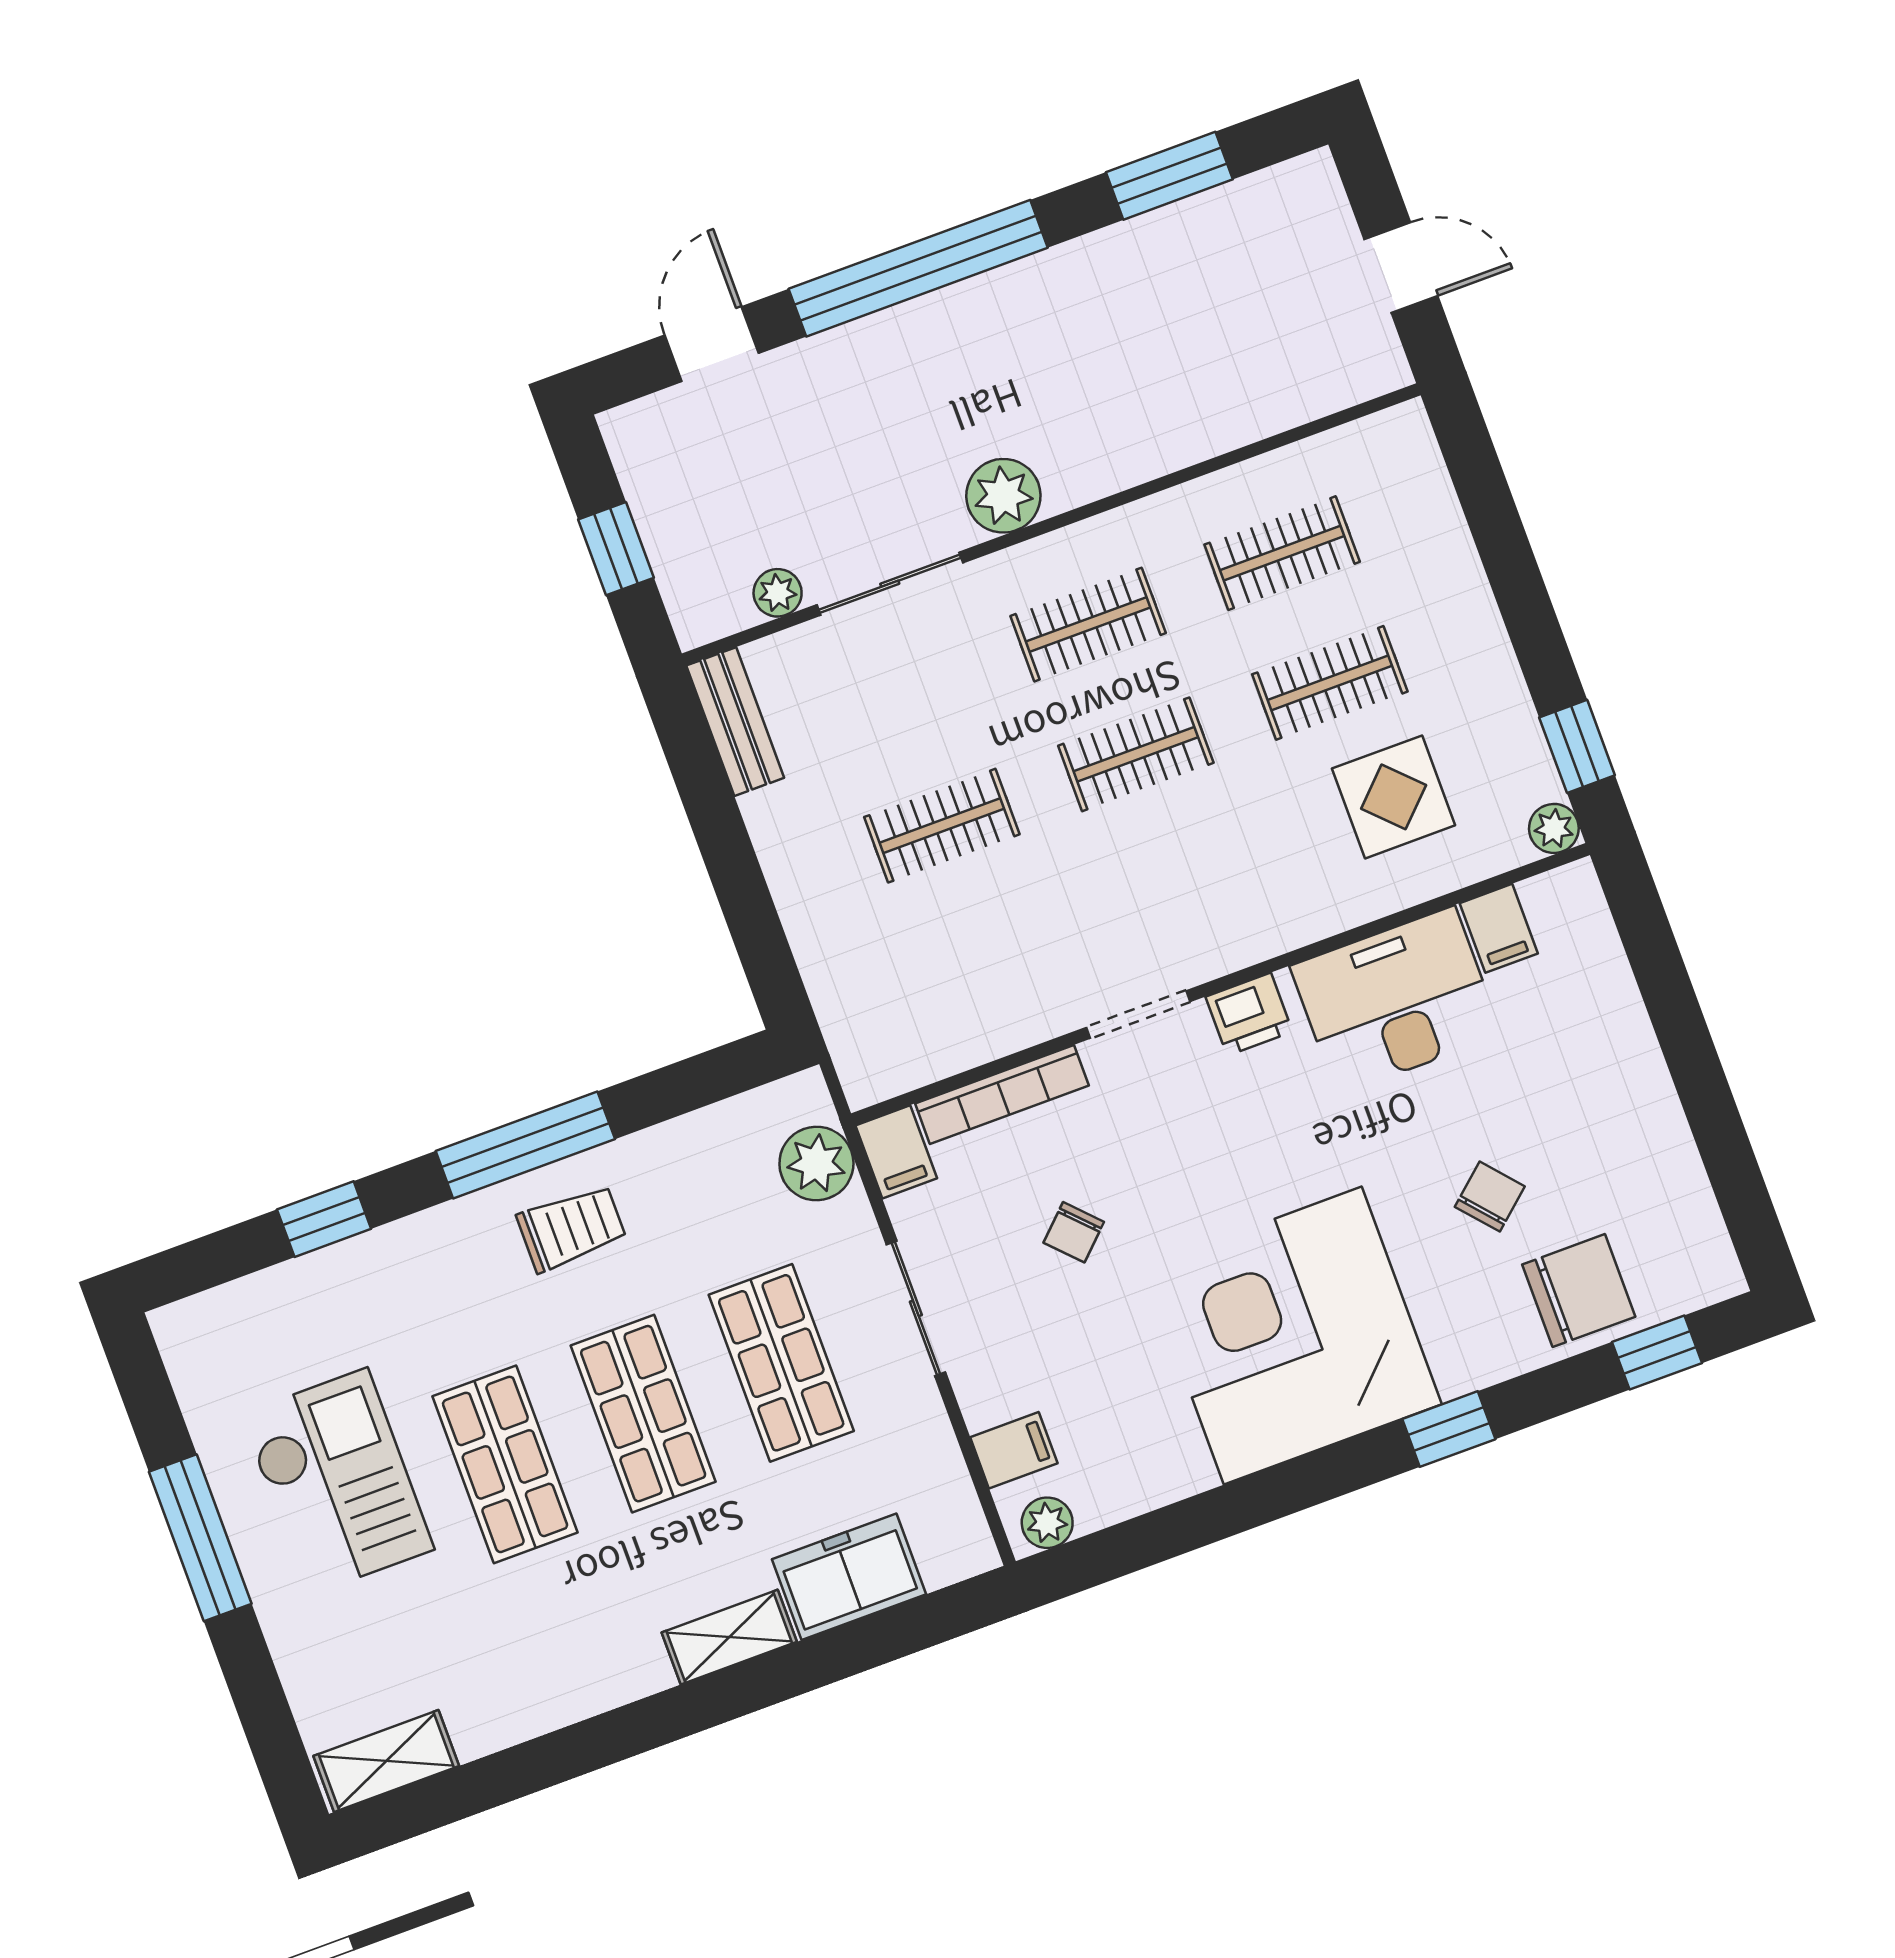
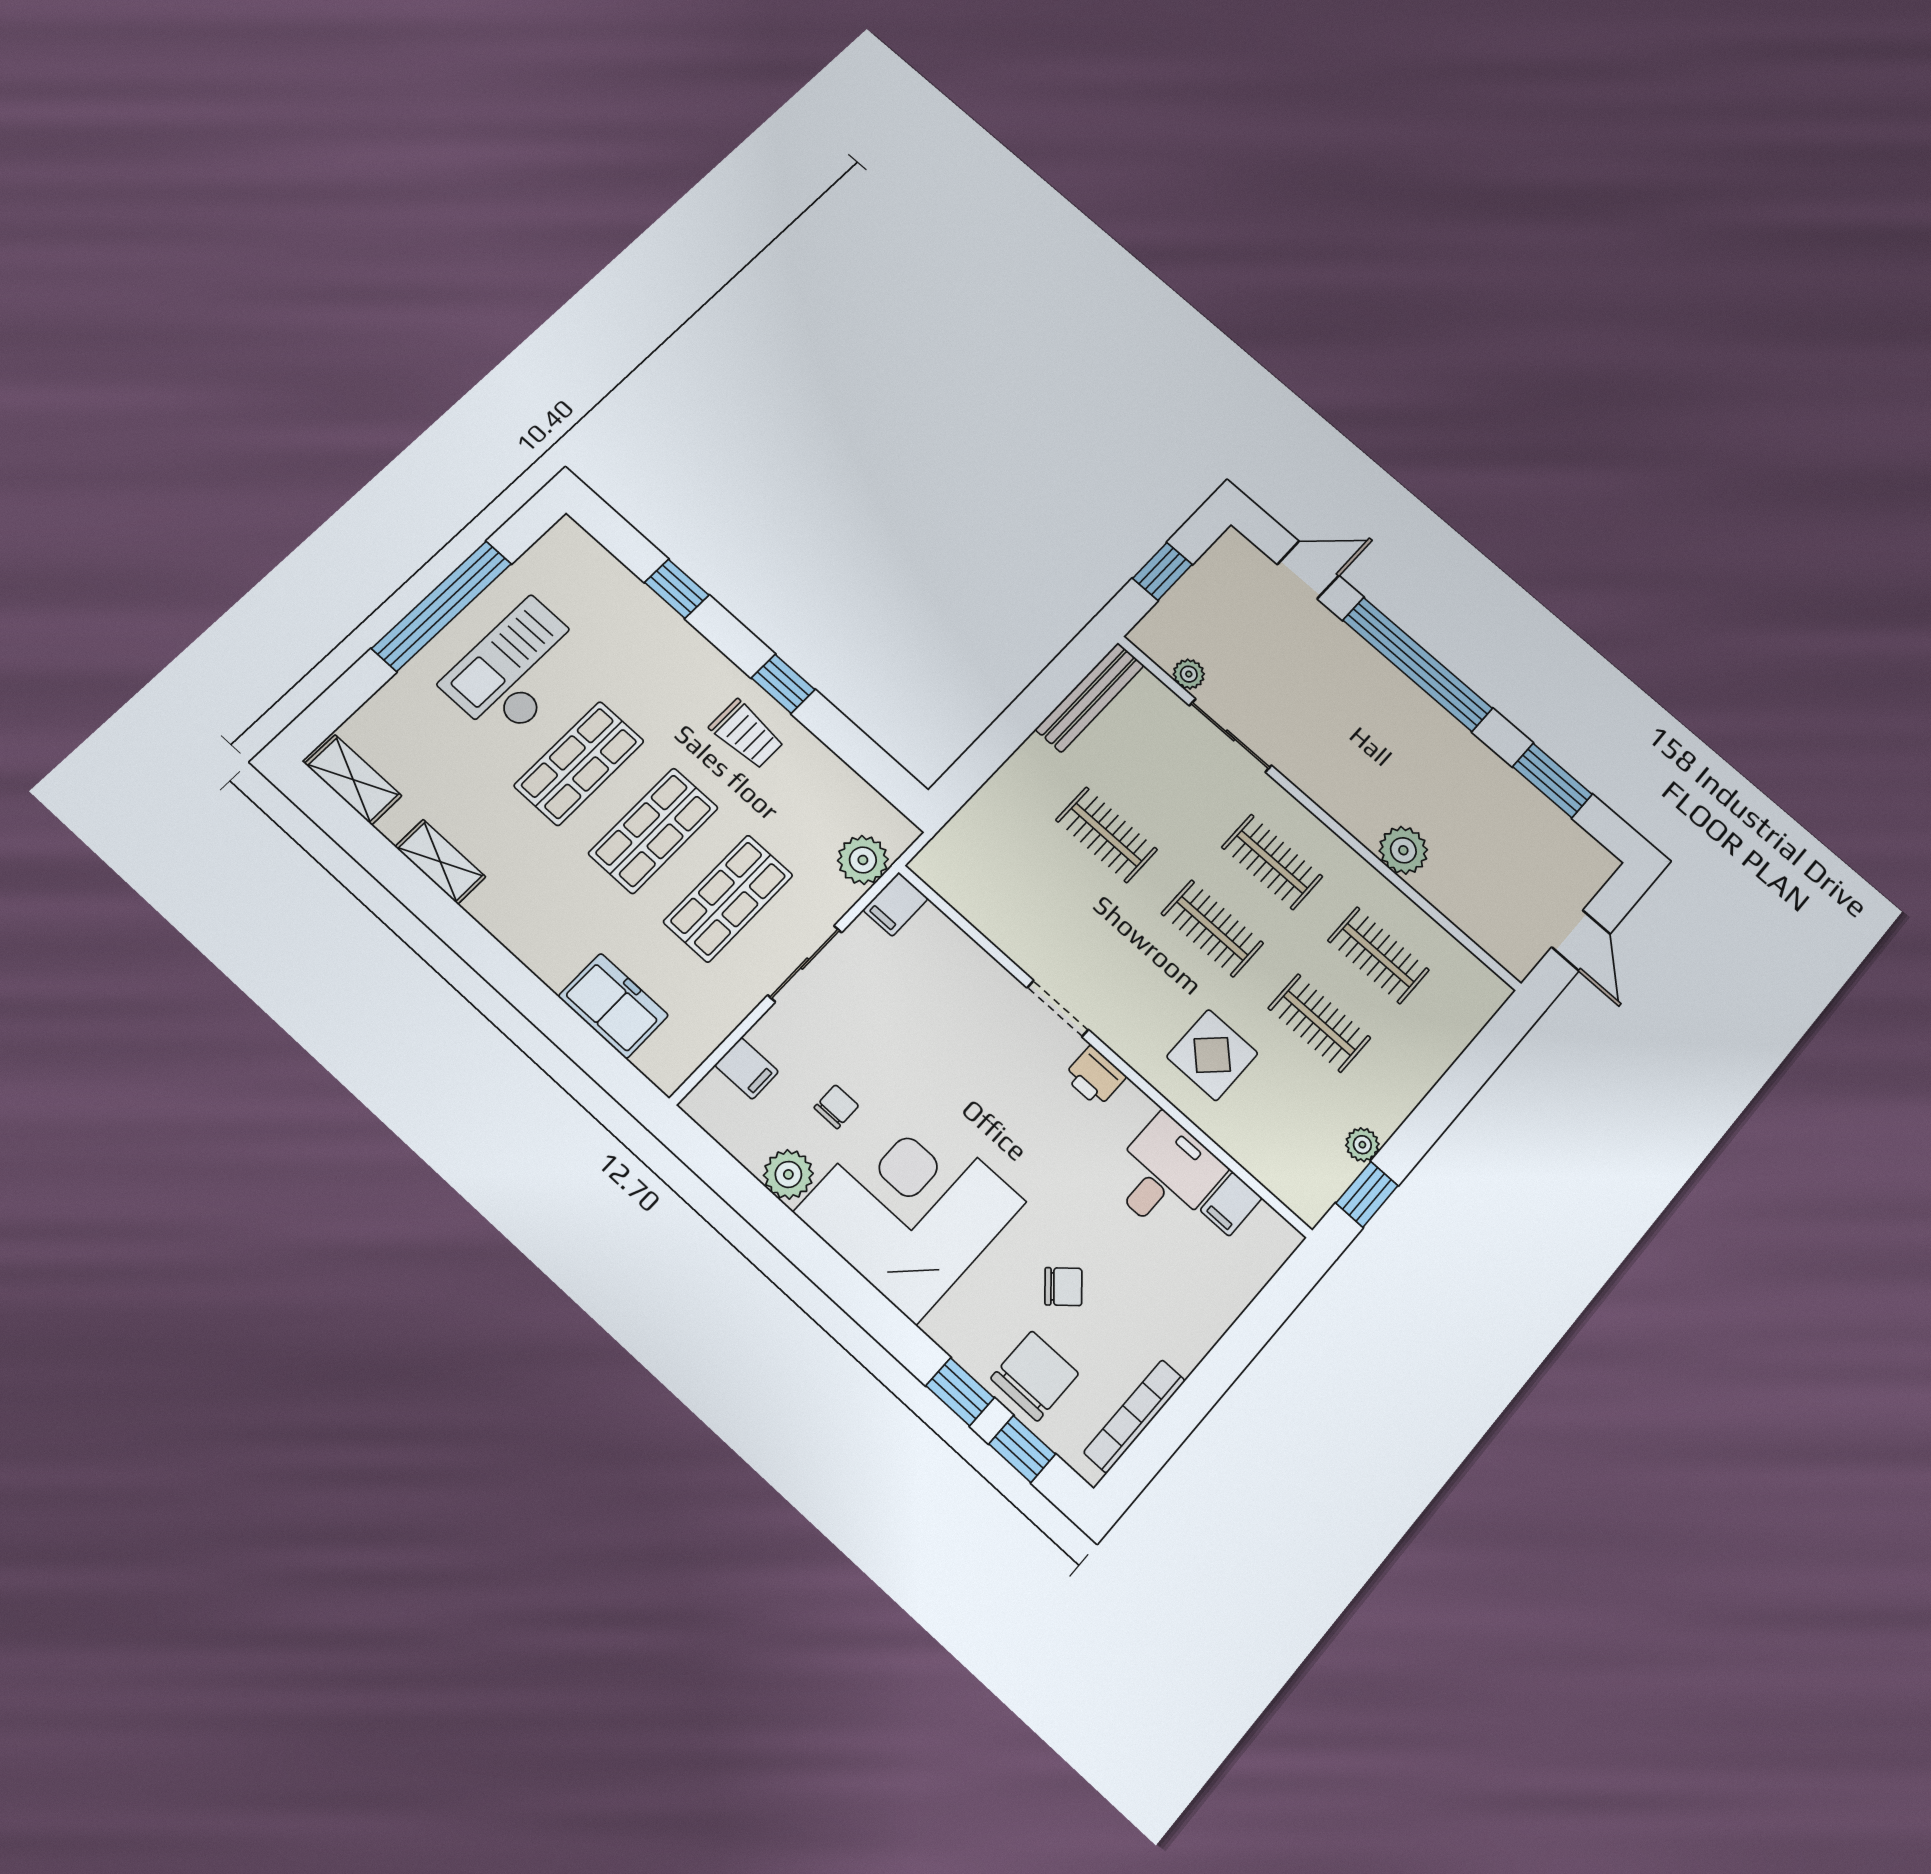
plant: (1003, 496) -> (1403, 850), moved
bench: (735, 722) -> (1090, 697), width x1.36
display table: (1394, 797) -> (1212, 1055), moved
plant: (1554, 828) -> (1362, 1145), moved
desk: (1396, 1000) -> (1165, 1174), width x0.73
bookcase: (1002, 1094) -> (1135, 1416), moved, turned 90
window: (525, 1145) -> (783, 684), width x0.46
chair: (1074, 1232) -> (836, 1107), moved, turned 134
chair: (1579, 1291) -> (1035, 1376), turned -90
window: (1449, 1429) -> (960, 1392), moved
checkout: (337, 1482) -> (518, 670), turned 180
plant: (1047, 1523) -> (788, 1174), moved, width x1.38, depth x1.38
window: (200, 1538) -> (442, 606), width x1.46
shelving: (729, 1637) -> (440, 862), moved

